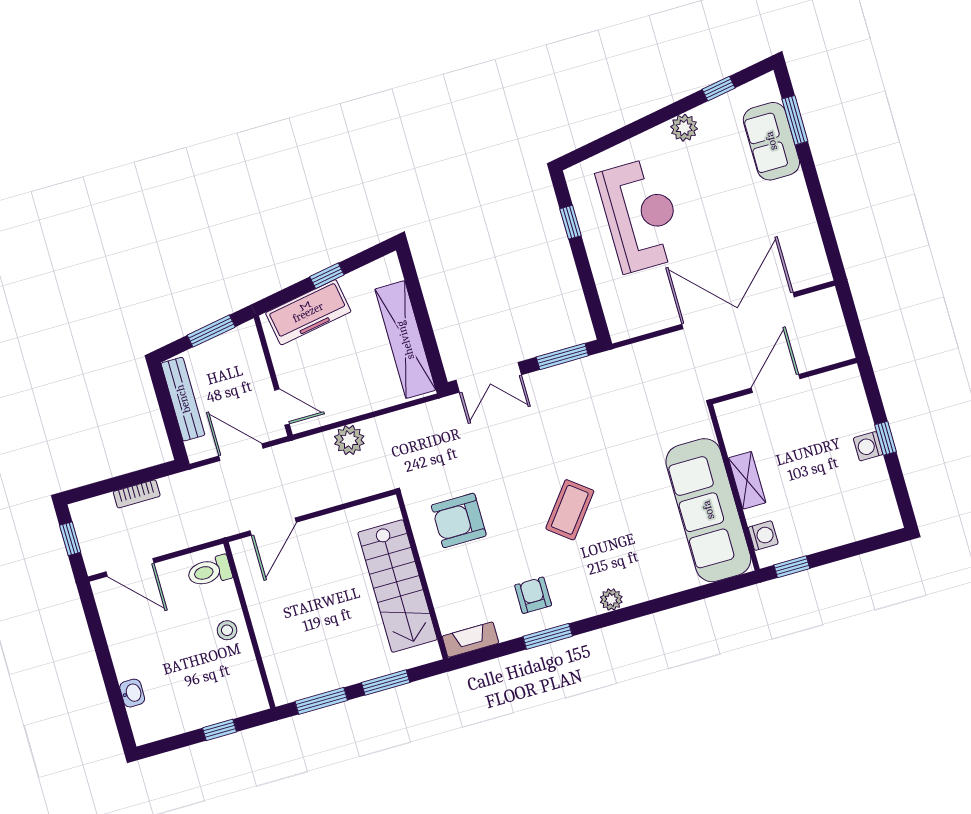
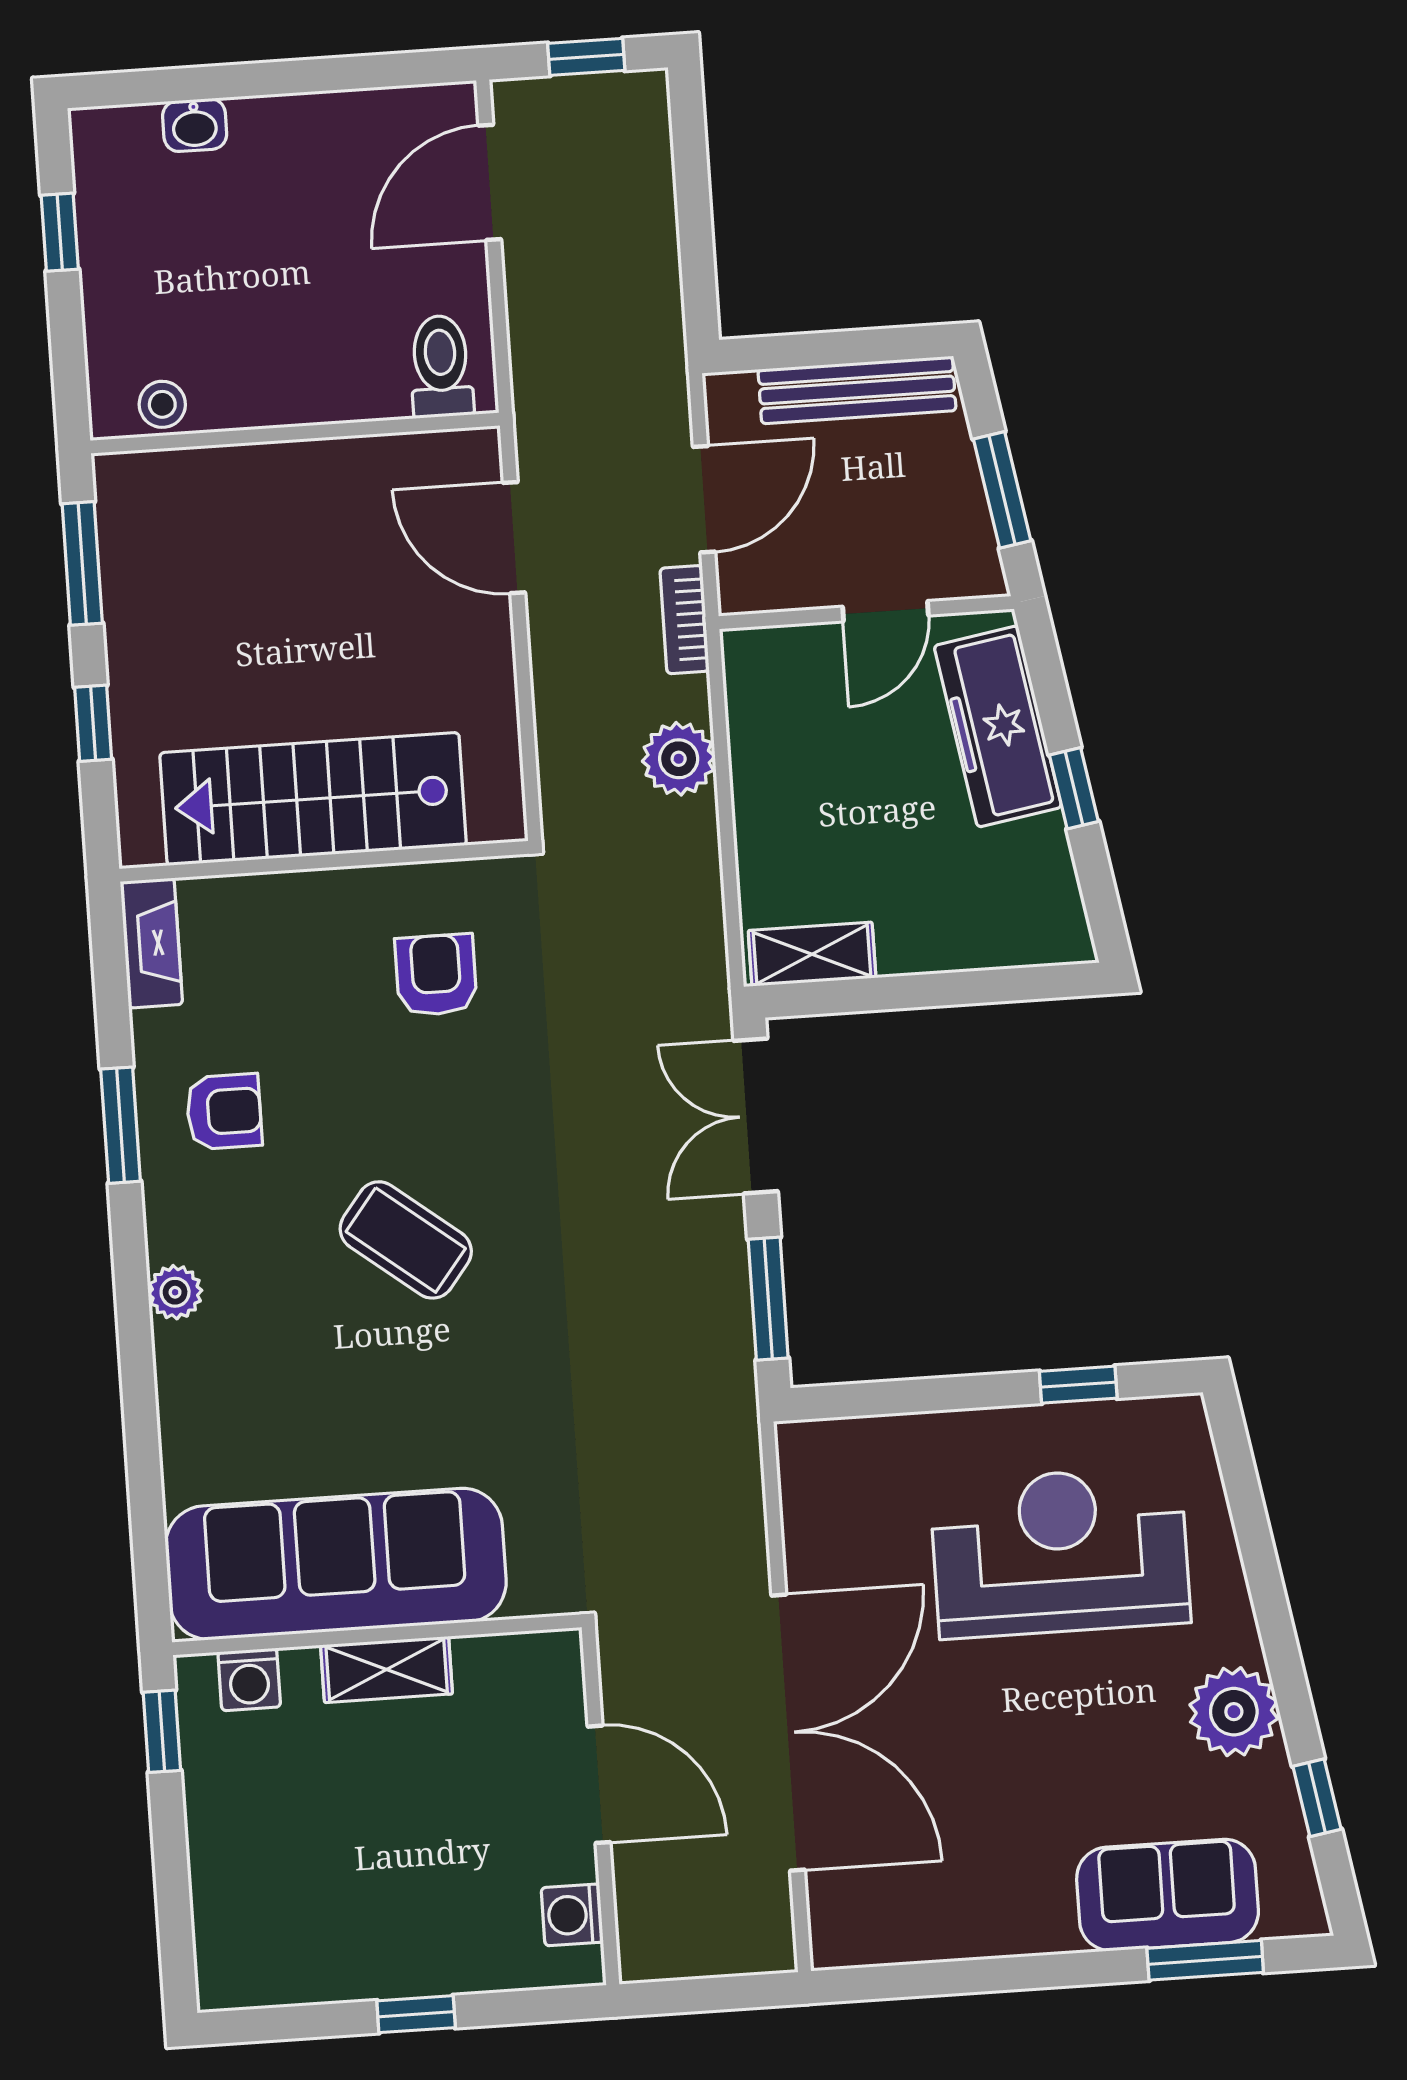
plant: (684, 128) -> (1234, 1712), width x1.36, depth x1.36
reception desk: (641, 215) -> (1060, 1552), turned 180
shelving: (405, 340) -> (812, 954), width x0.45, depth x0.75
door: (282, 407) -> (885, 611), moved
washing machine: (868, 446) -> (572, 1915), moved, turned -90
bookcase: (137, 494) -> (685, 620), moved
armchair: (459, 520) -> (436, 975), width x0.72, depth x0.72
stool: (227, 630) -> (162, 404), moved
window: (386, 683) -> (93, 723), width x0.67
window: (219, 730) -> (60, 232), moved

